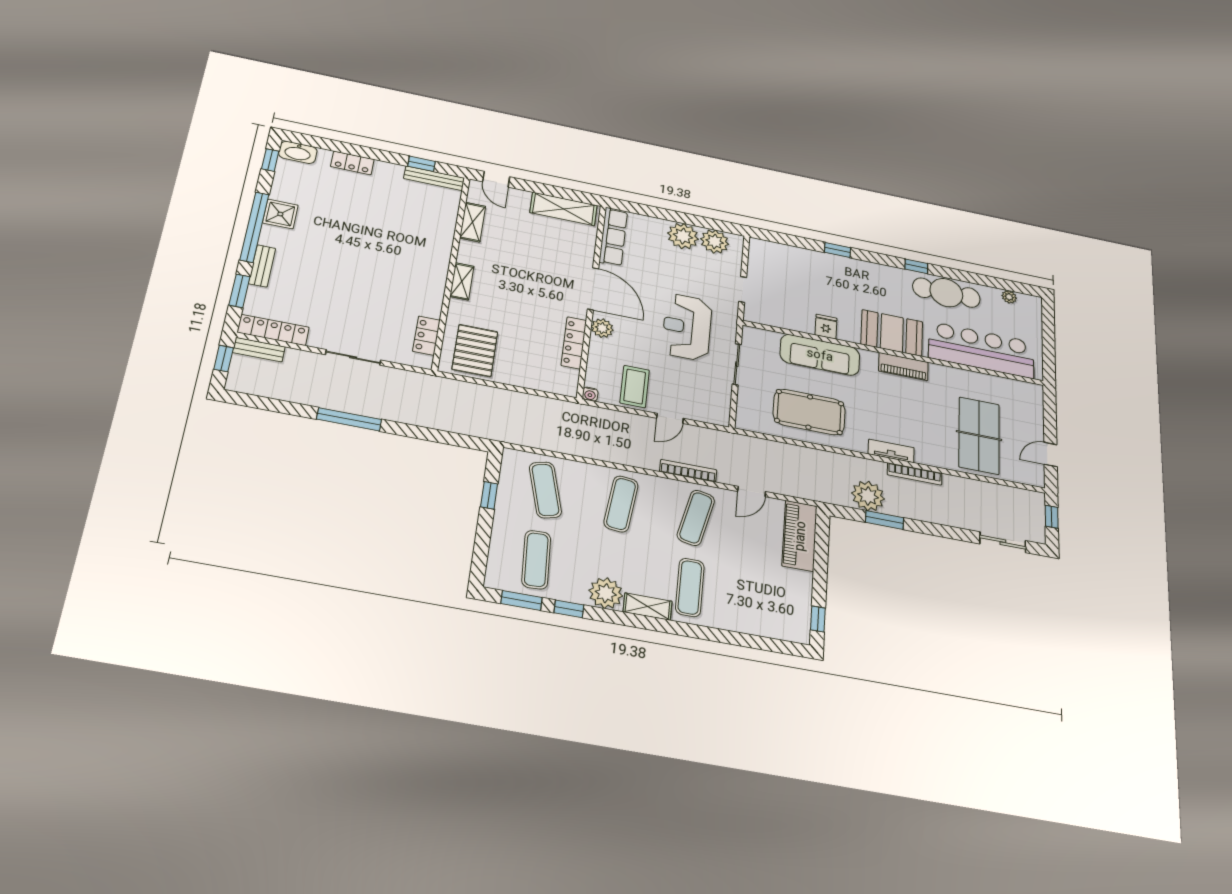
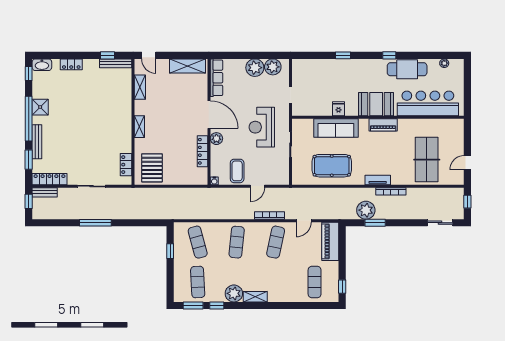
bench: (262, 266) -> (37, 142), width x1.36
exercise mat: (690, 587) -> (315, 282), moved

